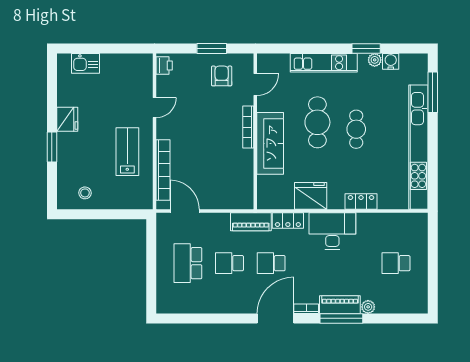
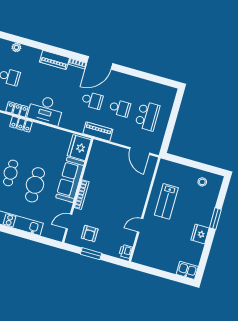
kitchen sink: (86, 63) -> (187, 270), moved
bookcase: (163, 170) -> (146, 182), removed
fridge: (311, 196) -> (79, 148), moved, turned 90
locker: (288, 221) -> (17, 109), moved
plant: (368, 307) -> (16, 47), moved
window: (341, 318) -> (56, 50), removed

